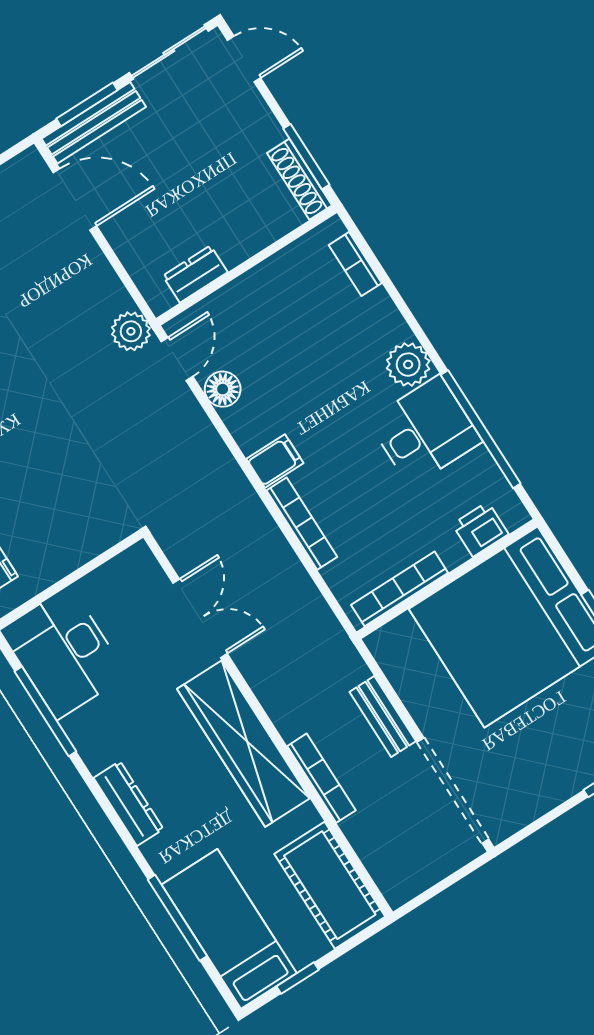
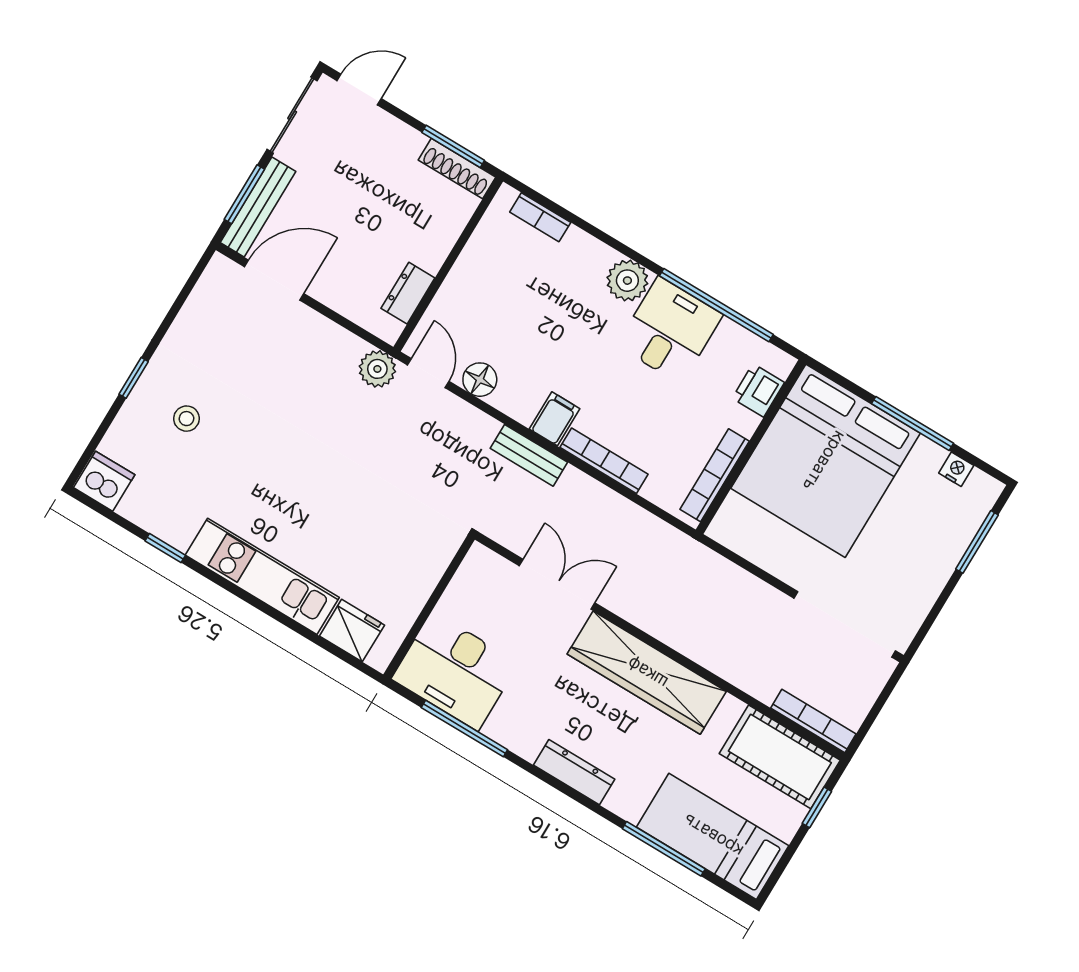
bench: (383, 717) -> (529, 455), moved
bookcase: (321, 778) -> (813, 721), moved
window: (298, 978) -> (817, 807), moved

